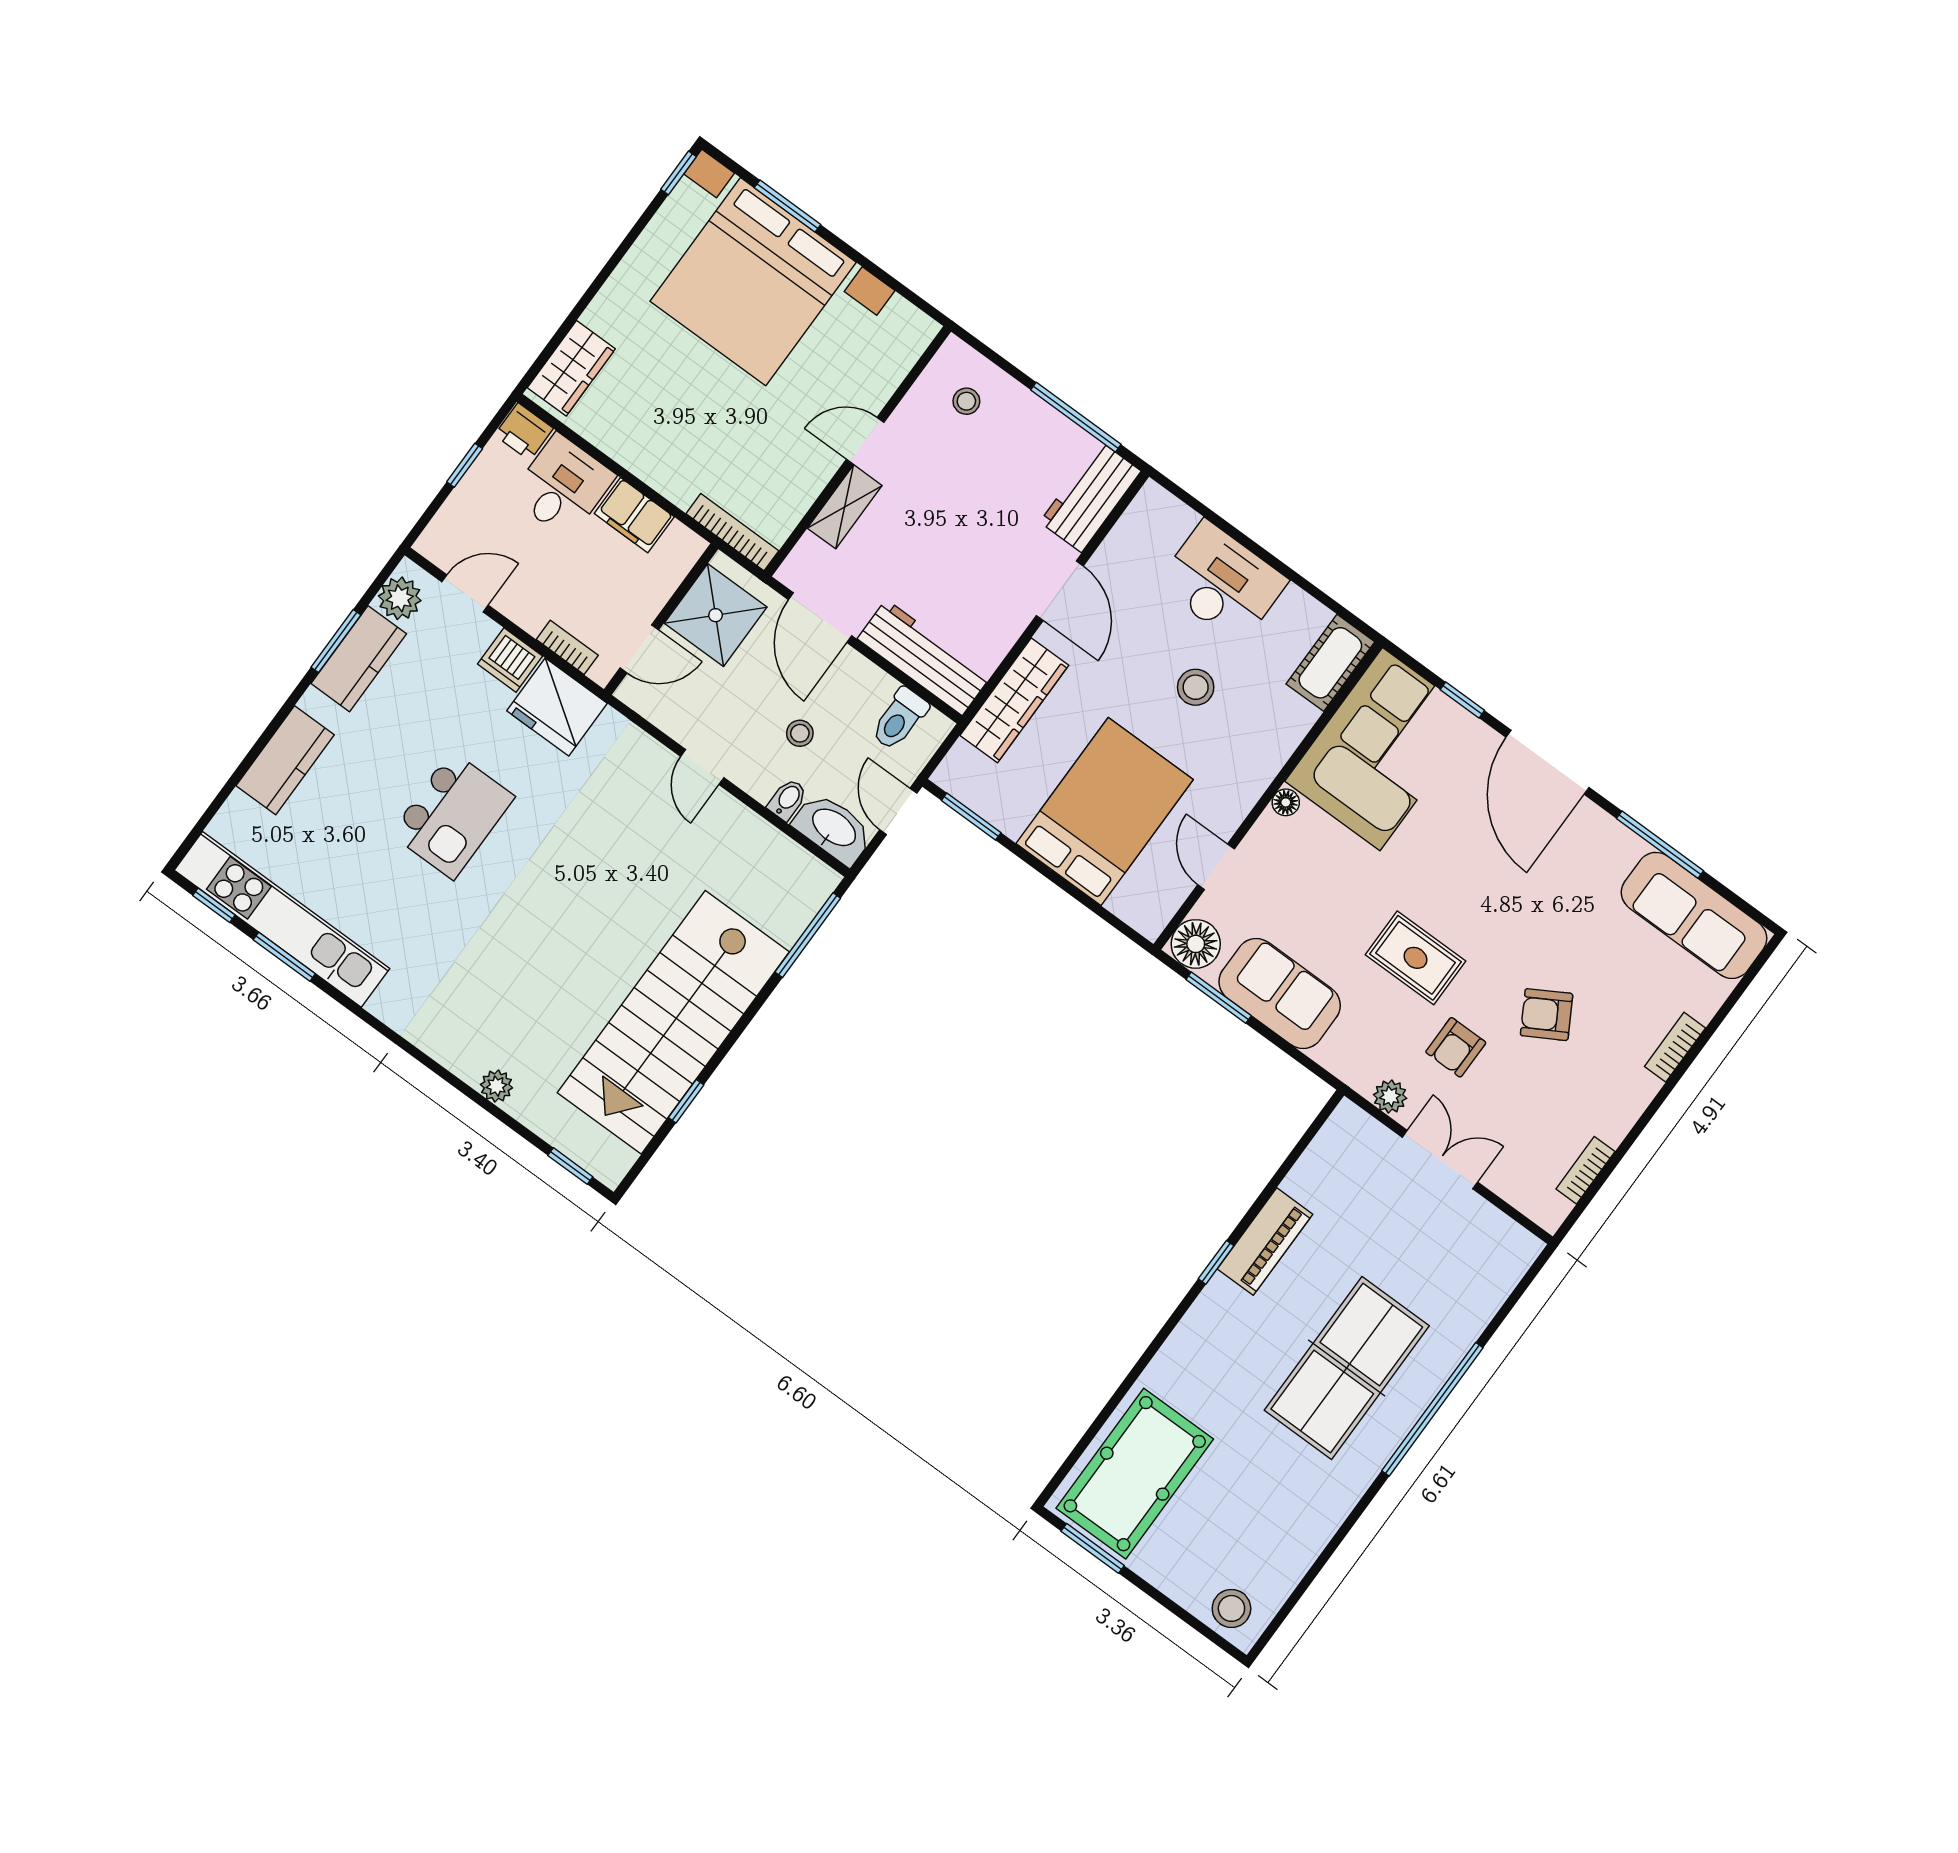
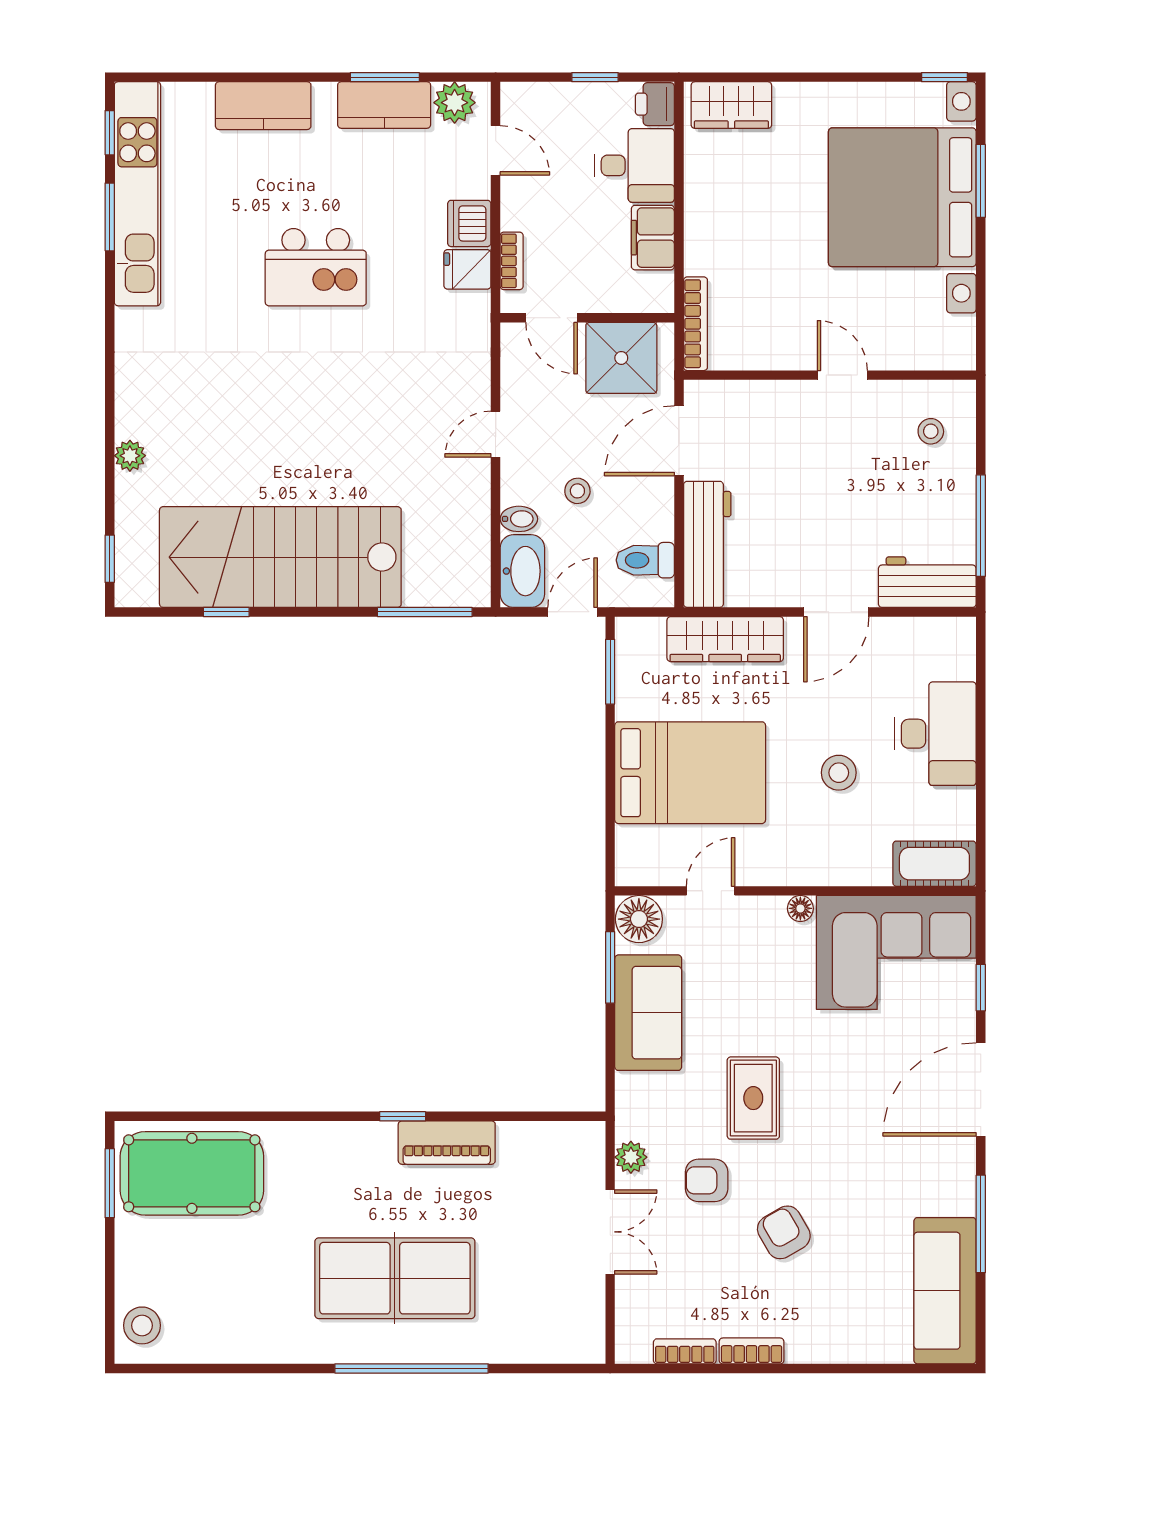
shelving: (845, 507) -> (779, 397), removed
fridge: (557, 707) -> (467, 269), width x0.53, depth x0.75
bookcase: (1675, 1047) -> (752, 1351), moved

